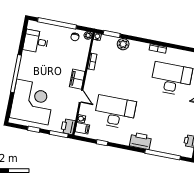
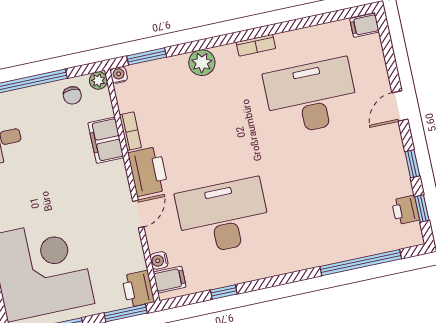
plant: (123, 44) -> (202, 63), moved
filing cabinet: (77, 79) -> (106, 140), moved
door: (81, 96) -> (138, 214), hinge flipped
printer: (141, 141) -> (148, 171), moved, turned 90

